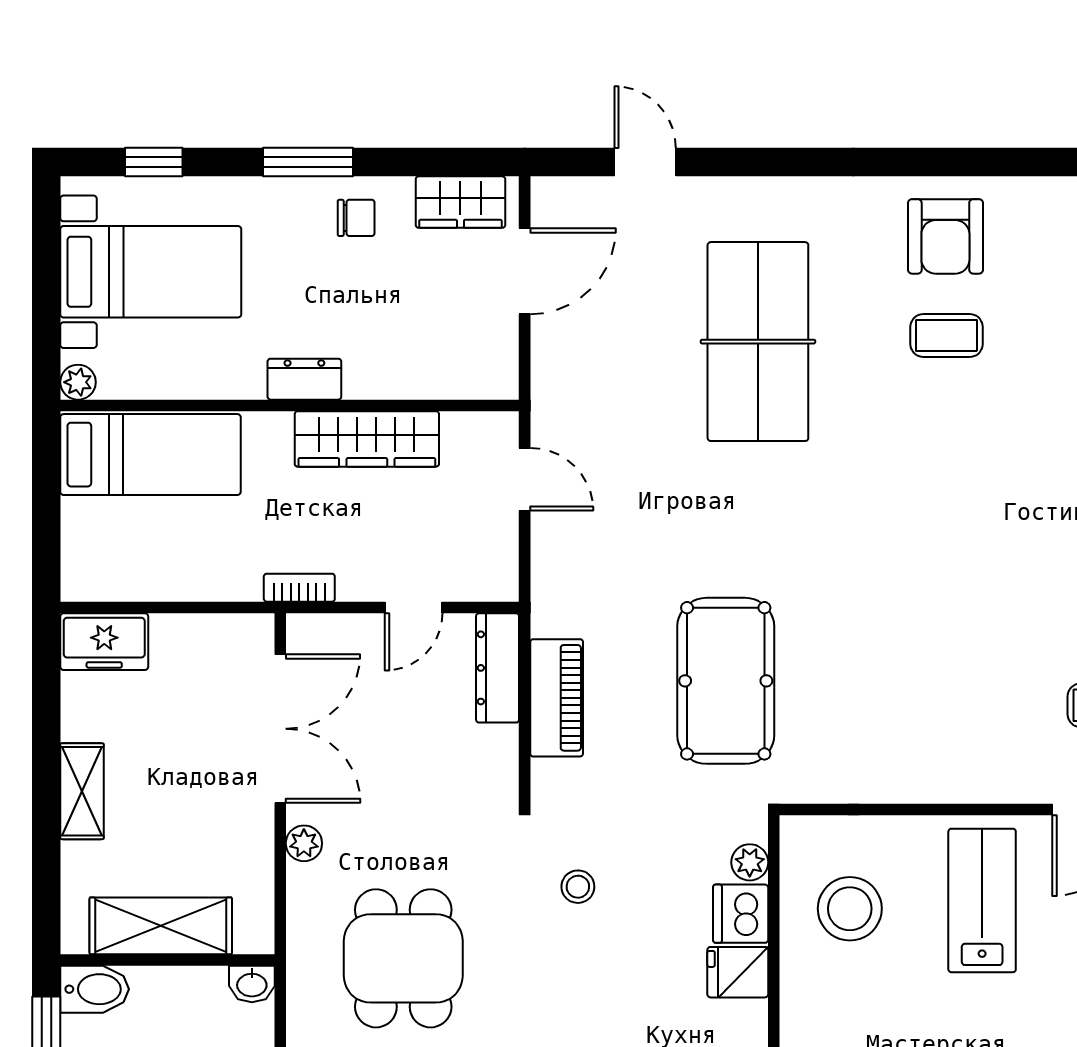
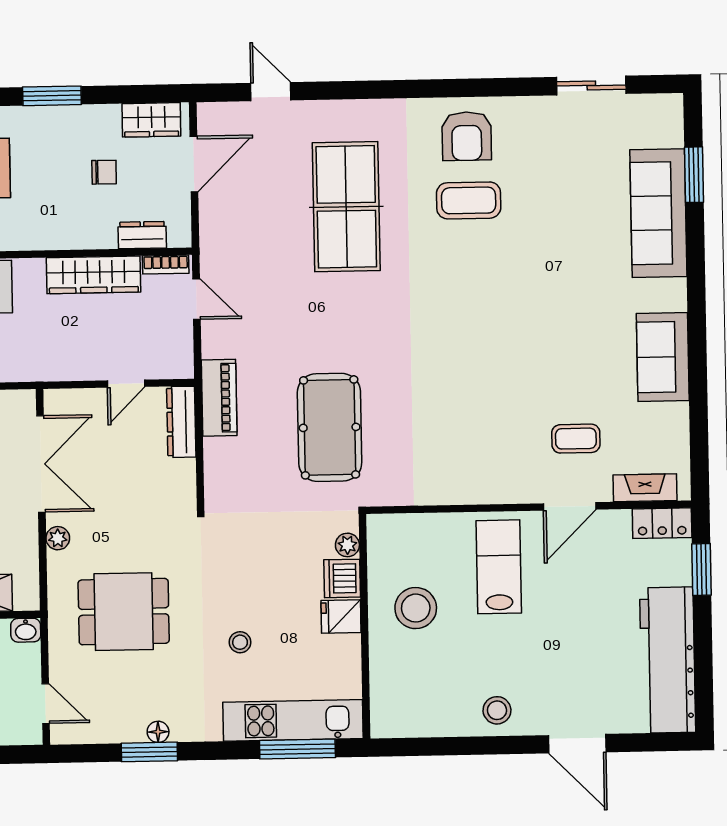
chair: (356, 218) -> (104, 172), moved
coffee table: (947, 336) -> (469, 200), width x1.36, depth x1.30
dresser: (304, 379) -> (142, 235), moved
bookcase: (299, 588) -> (166, 265), moved, turned 180
piano: (557, 698) -> (219, 398), moved
stool: (578, 887) -> (240, 642), moved
stool: (850, 909) -> (416, 608), moved
dining table: (403, 958) -> (124, 612), turned 90

